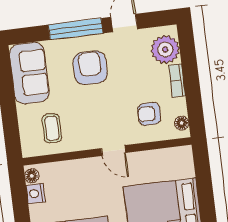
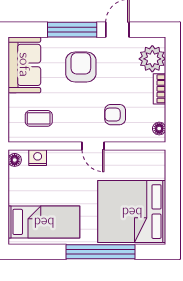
armchair: (149, 114) -> (115, 115), moved
coffee table: (52, 128) -> (39, 118), turned 90
nightstand: (35, 194) -> (38, 158), moved, turned 90

